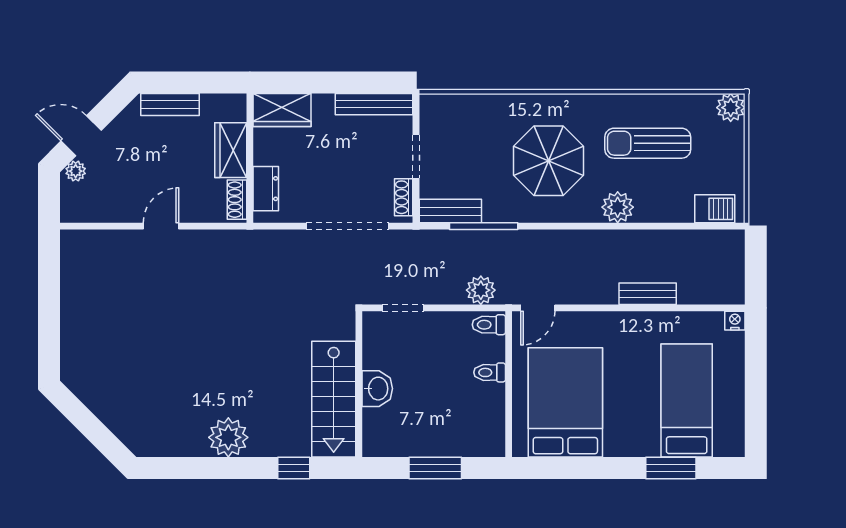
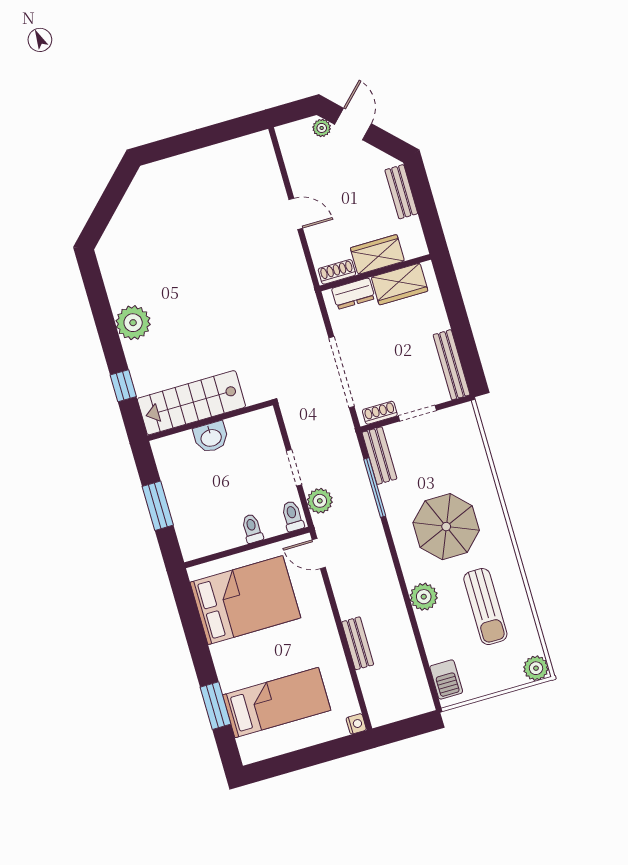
wardrobe: (282, 110) -> (400, 284), moved, turned -90
sun lounger: (648, 143) -> (485, 607), turned 180
doorway: (403, 308) -> (294, 468), moved

